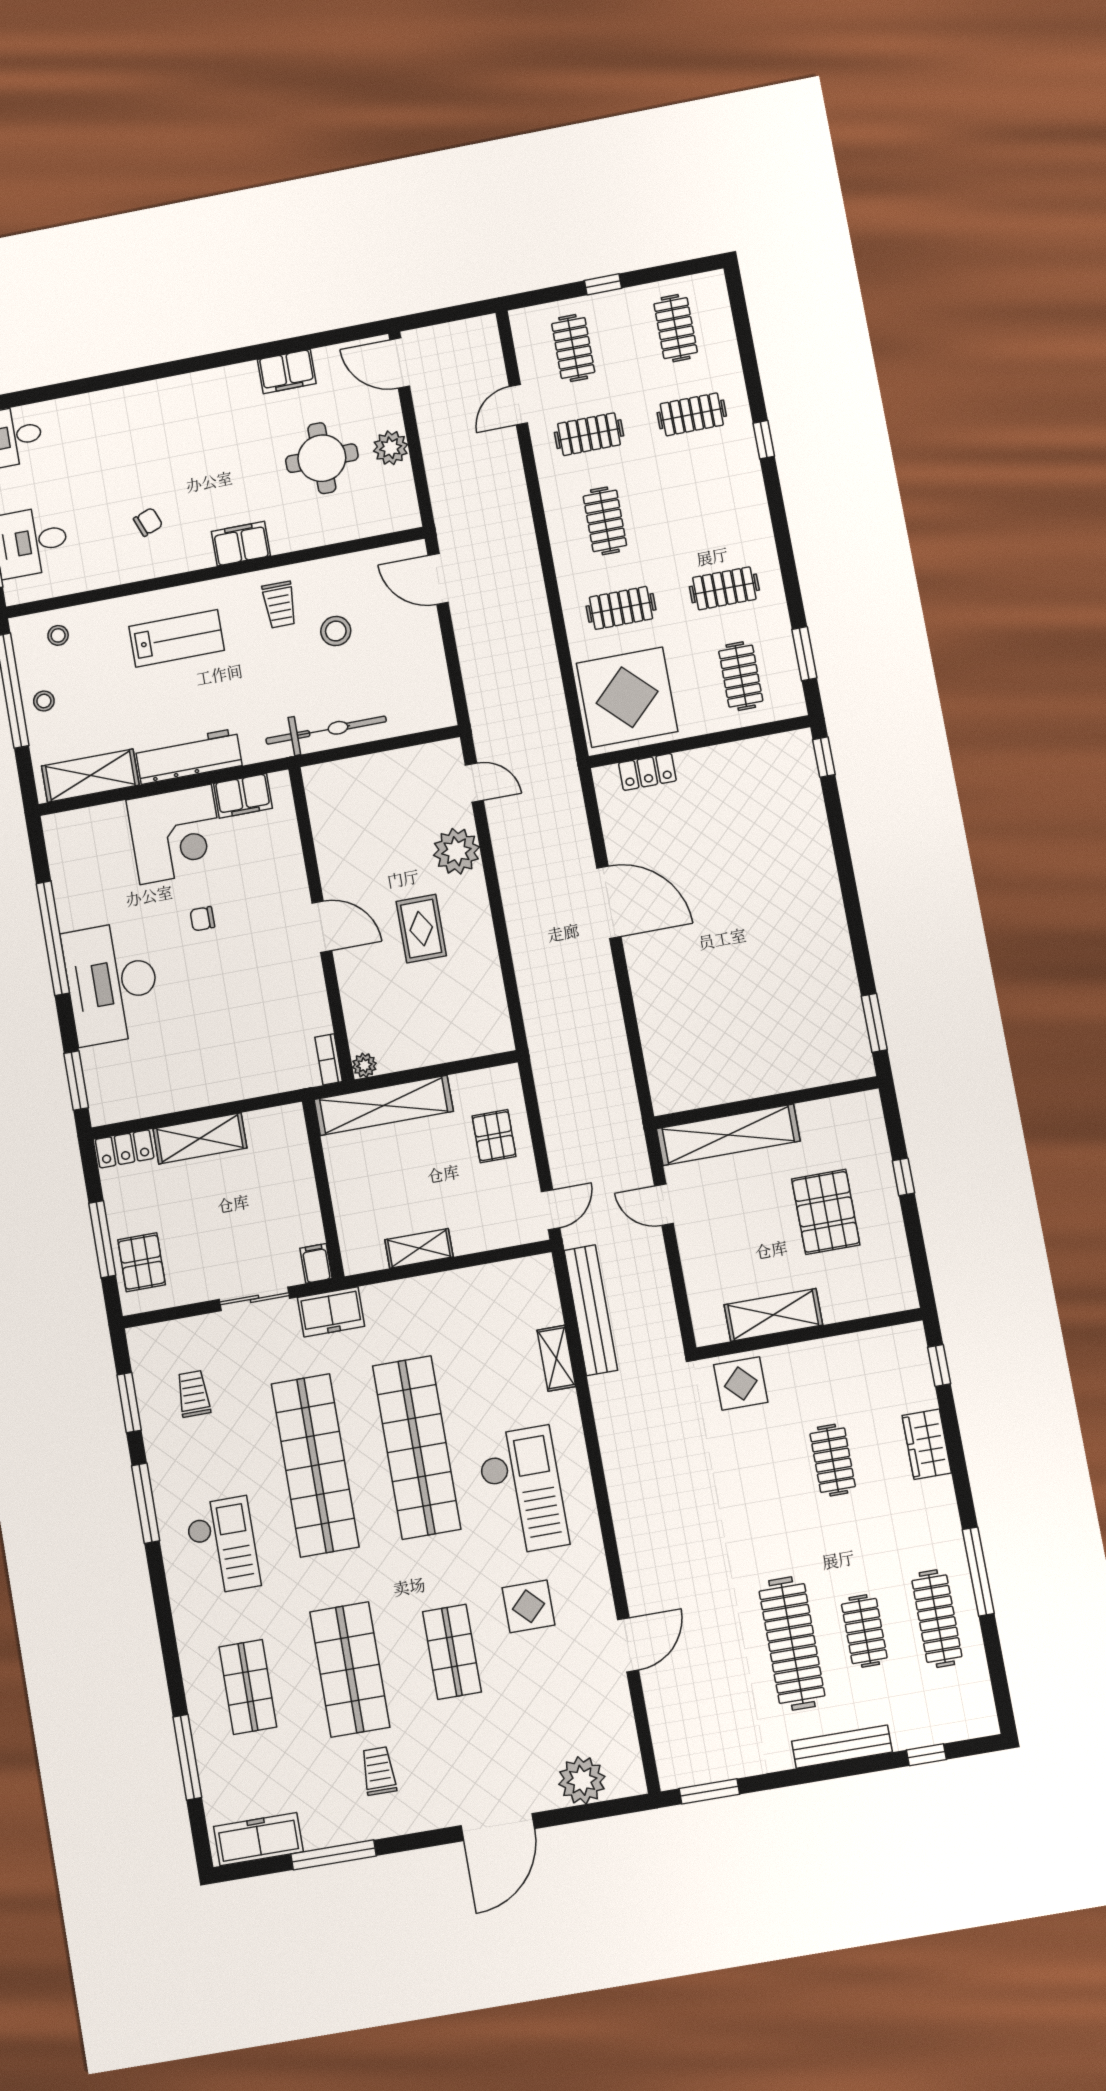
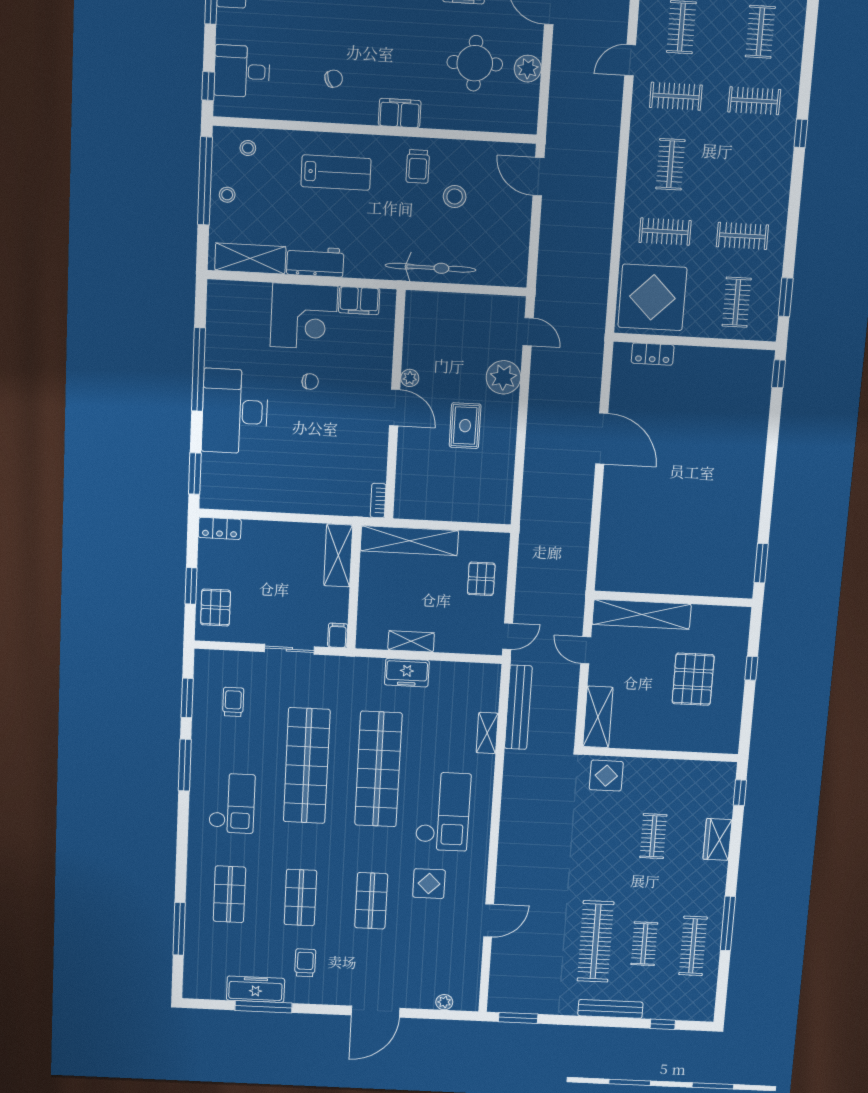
workbench: (189, 756) -> (315, 262), width x0.73
chair: (202, 919) -> (310, 382), turned 180
plant: (364, 1065) -> (410, 378), moved
shelving: (200, 1138) -> (338, 555), moved, turned 90
window: (102, 1239) -> (191, 586), width x0.69
freezer: (331, 1312) -> (407, 673), moved
shelving: (773, 1315) -> (598, 717), moved, turned 90
shop shelf: (350, 1669) -> (300, 898), width x0.70, depth x0.74
plant: (582, 1780) -> (444, 1002), width x0.53, depth x0.53
freezer: (258, 1839) -> (255, 989), moved

